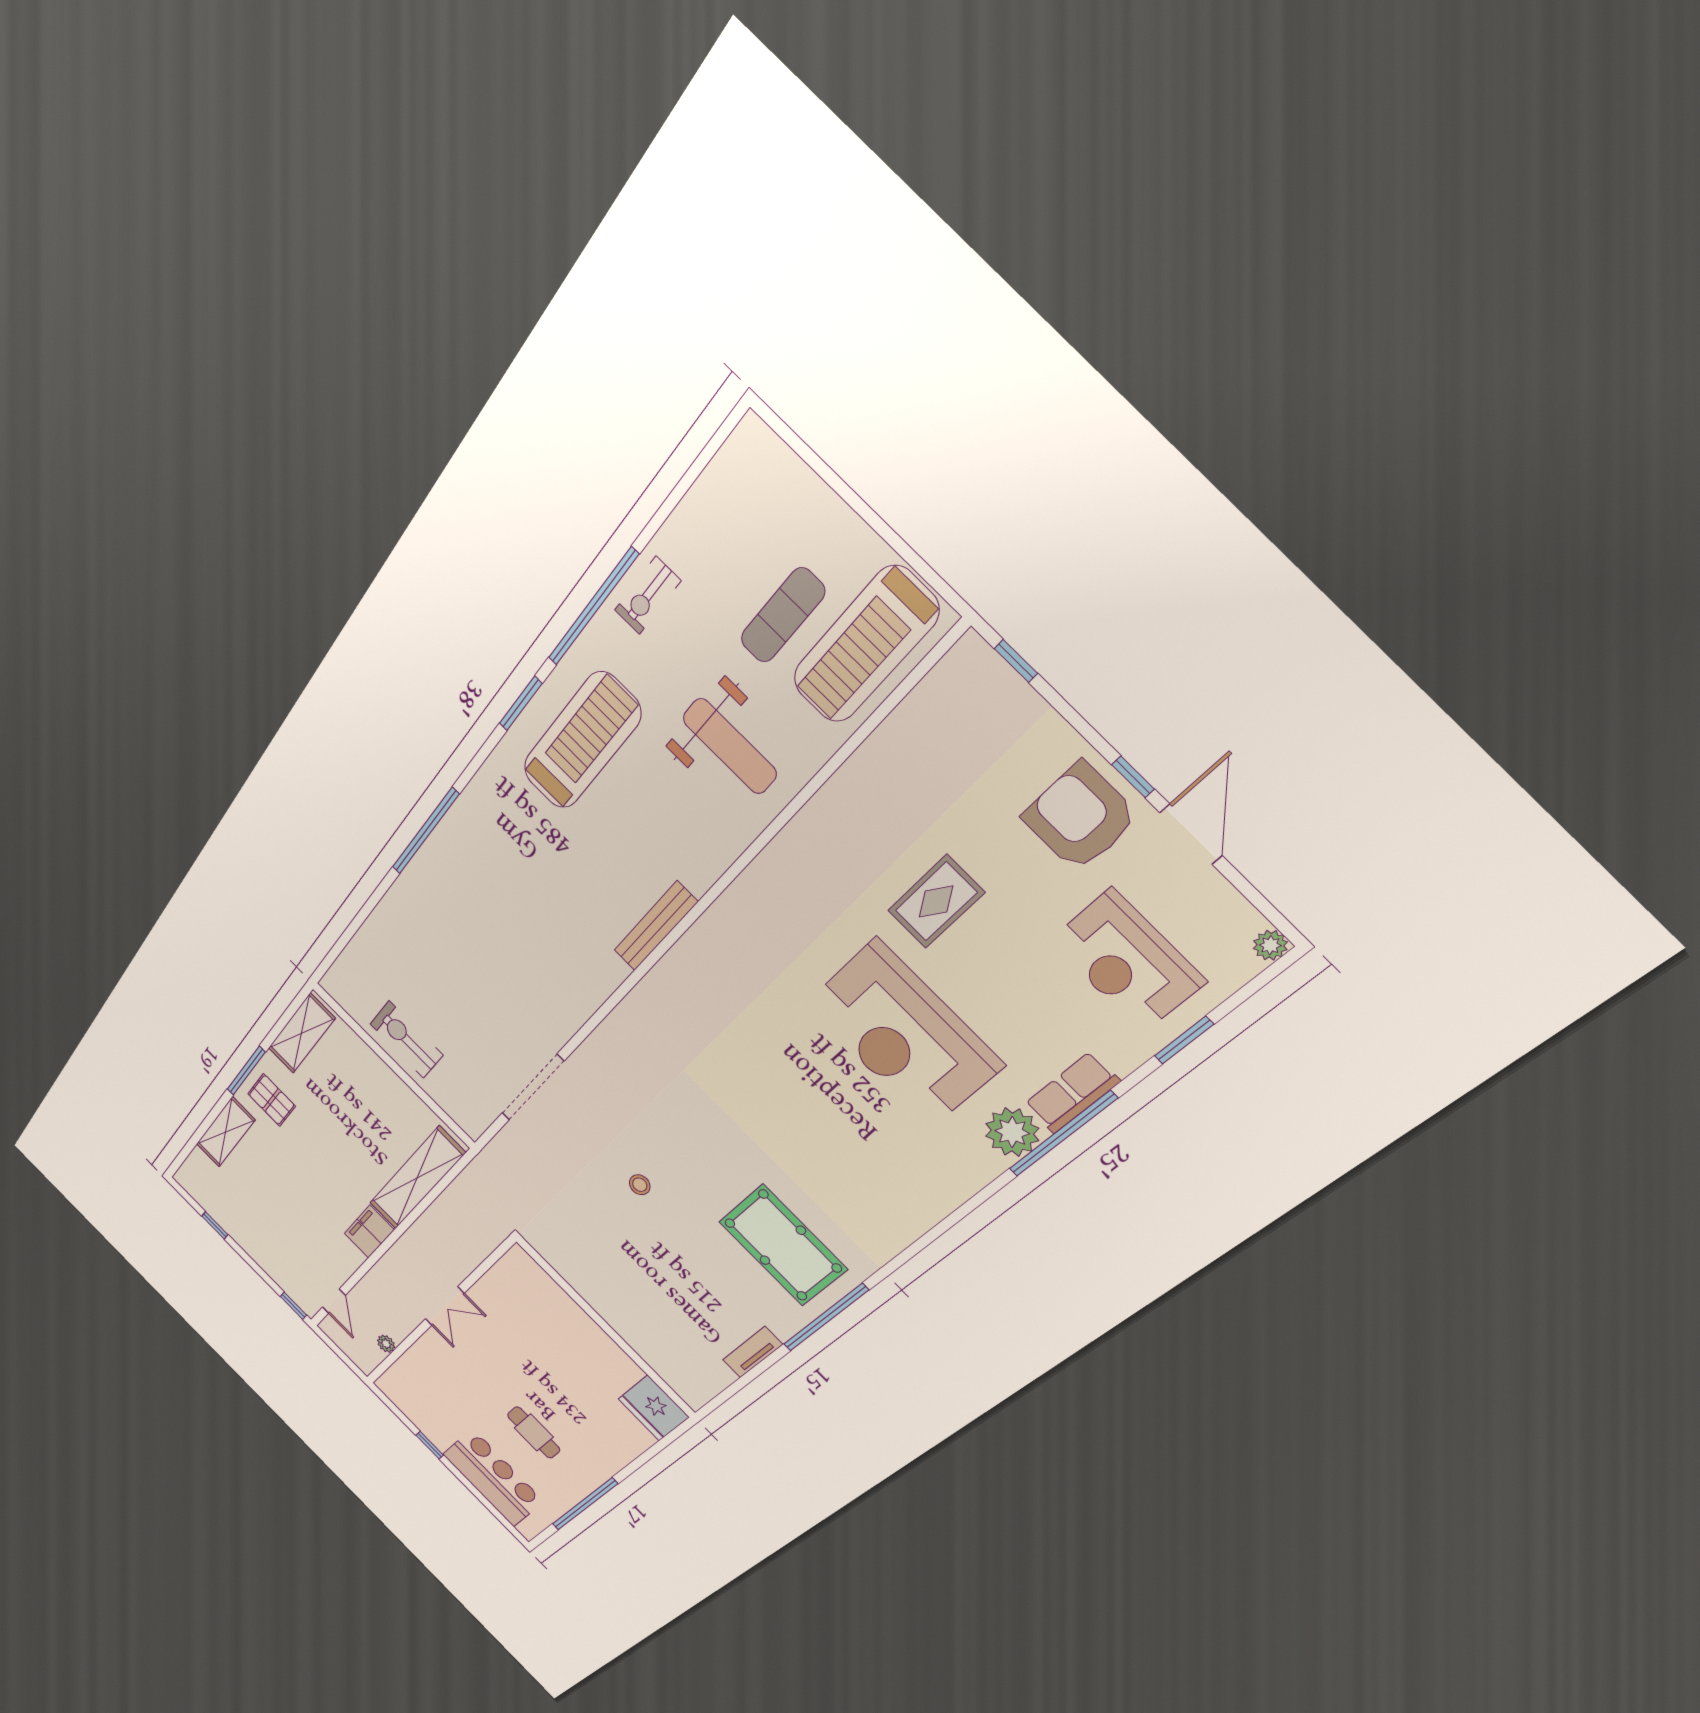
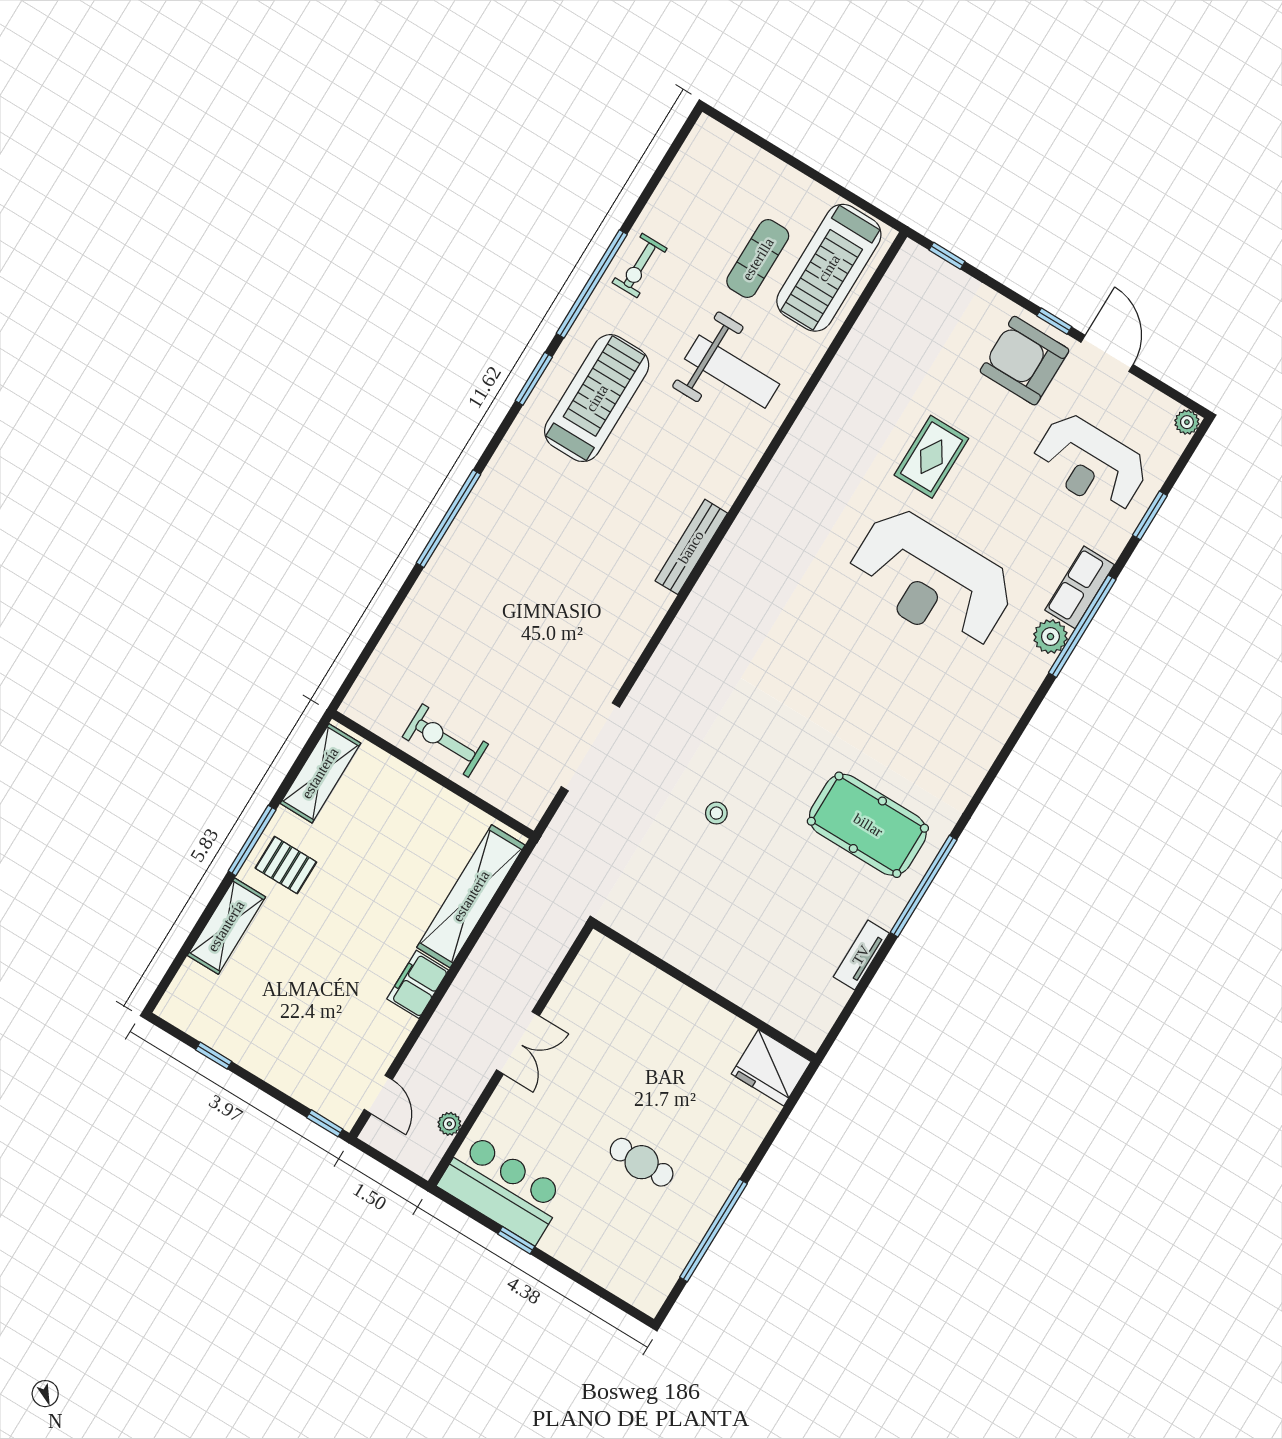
plant: (1012, 1132) -> (1050, 637), width x0.73, depth x0.73
bar counter: (493, 1478) -> (502, 1189), moved

